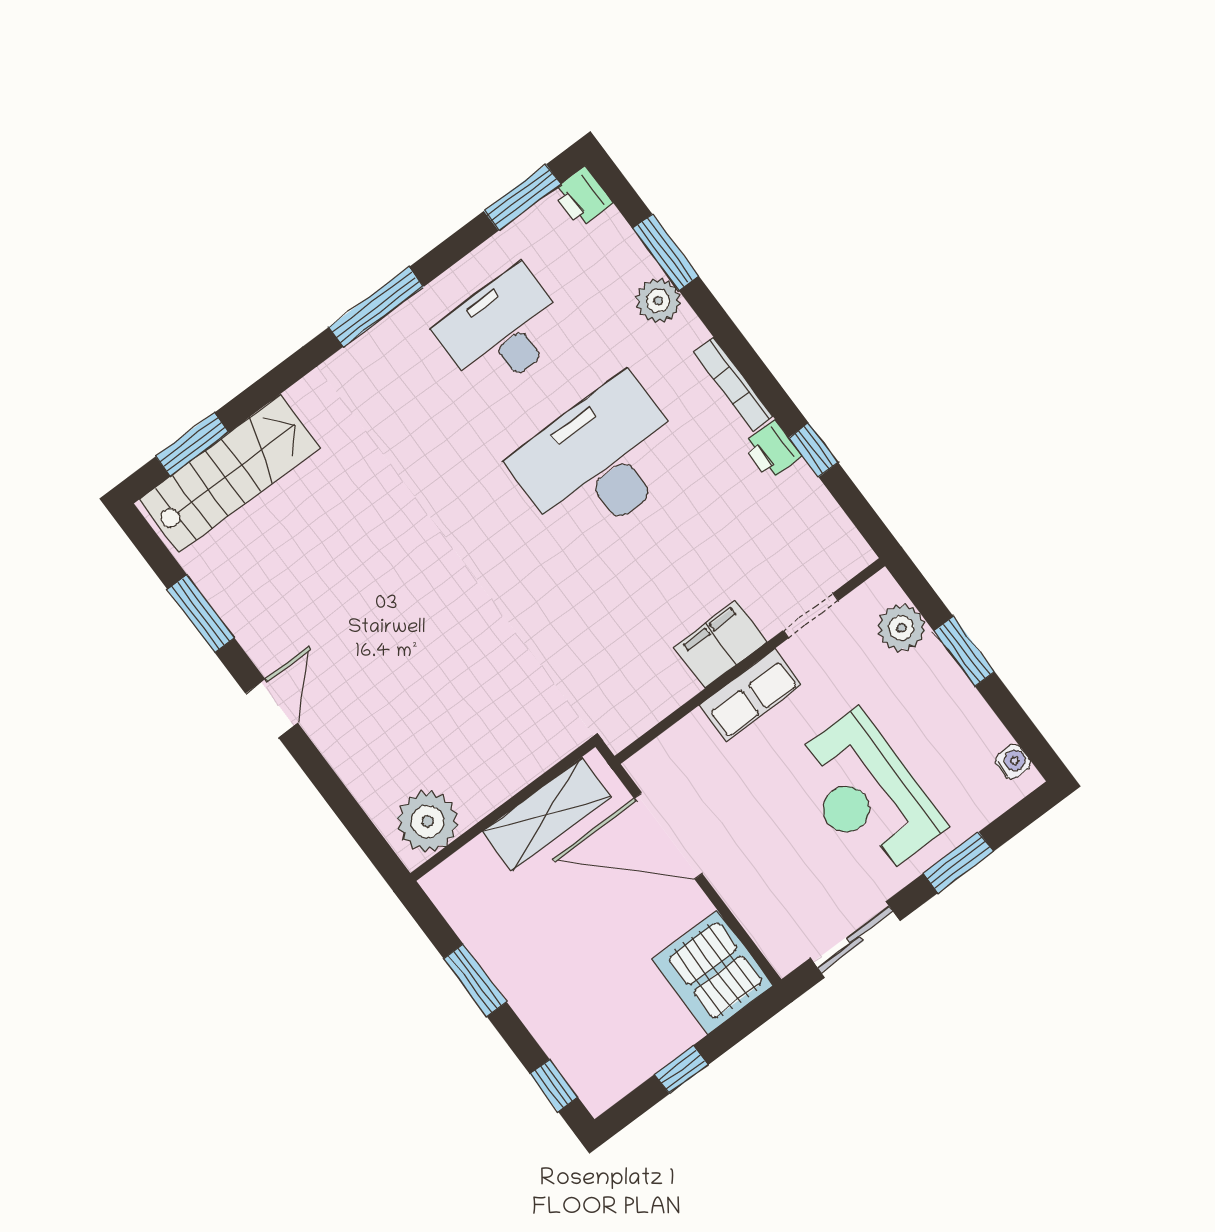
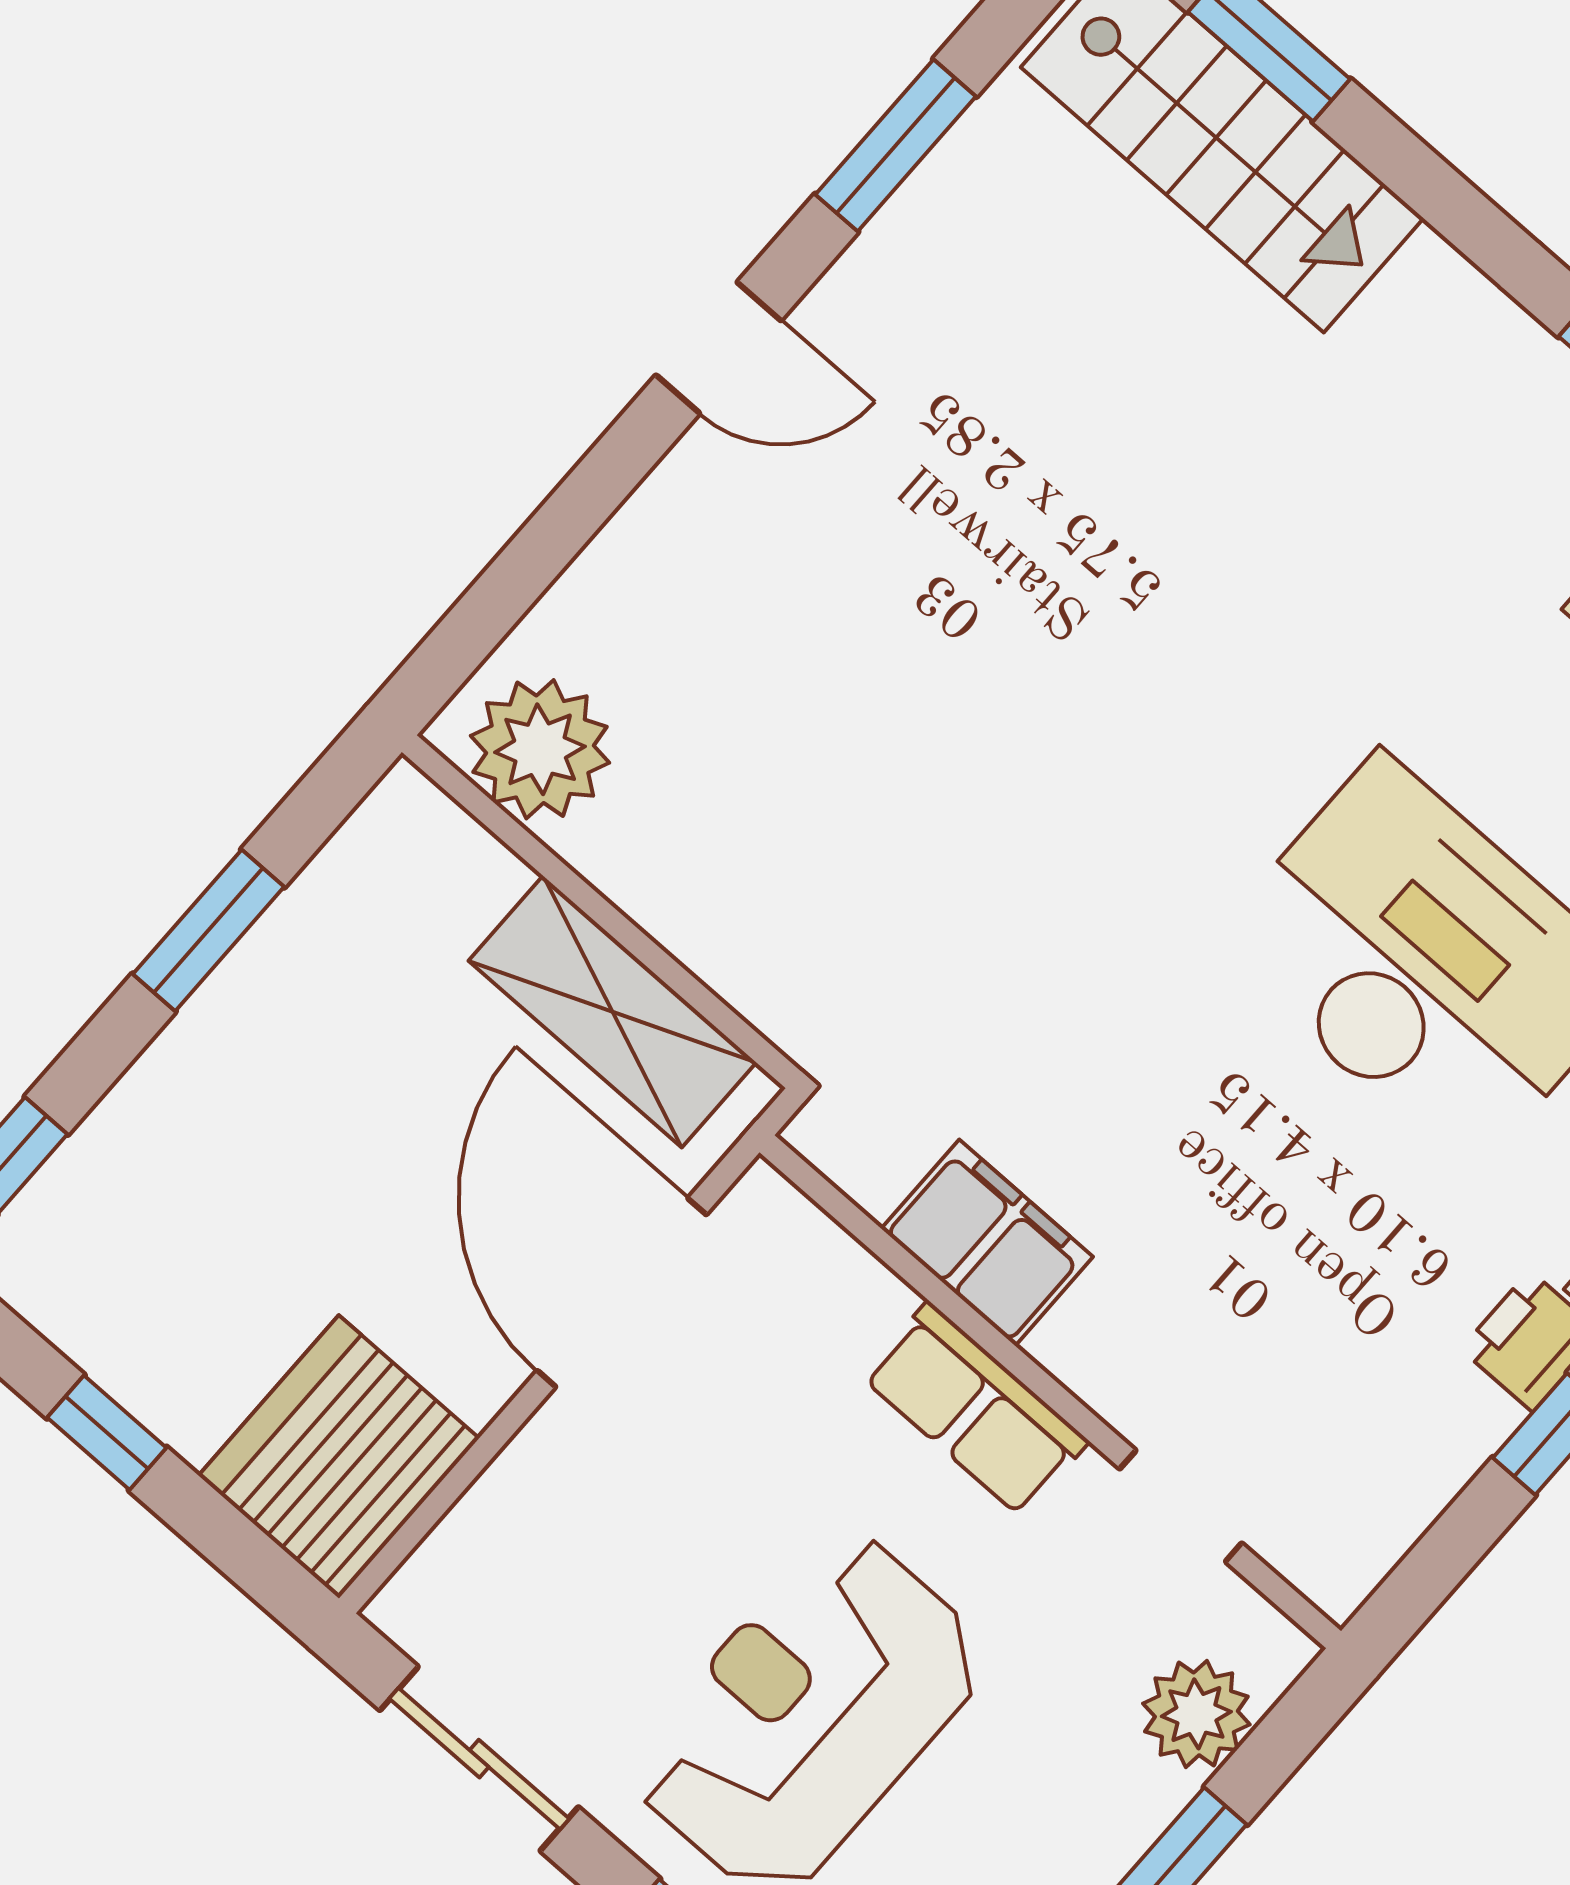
filing cabinet: (721, 644) -> (987, 1243), moved

